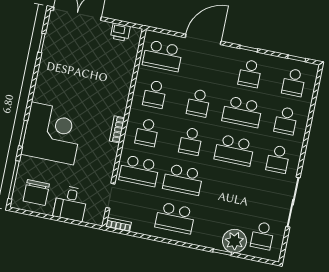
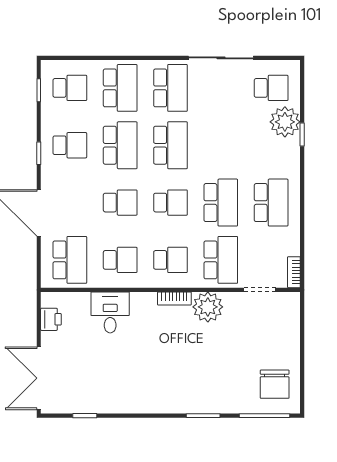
school desk: (286, 121) -> (120, 88), width x1.85
corner desk: (52, 133) -> (196, 379), removed
plant: (105, 154) -> (208, 307), added
school desk: (278, 159) -> (170, 88), width x1.85
chair: (36, 193) -> (275, 384), turned 90
desk: (70, 203) -> (110, 312), moved, turned -90

